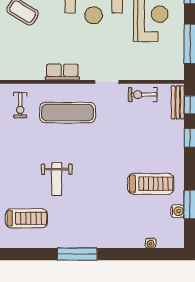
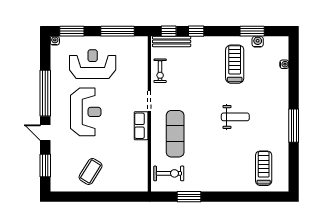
row of seats: (62, 72) -> (141, 126), moved
bench: (178, 102) -> (172, 41), width x1.36
exercise bike: (20, 105) -> (169, 173), width x1.38, depth x1.39
weight bench: (57, 179) -> (235, 117), moved

